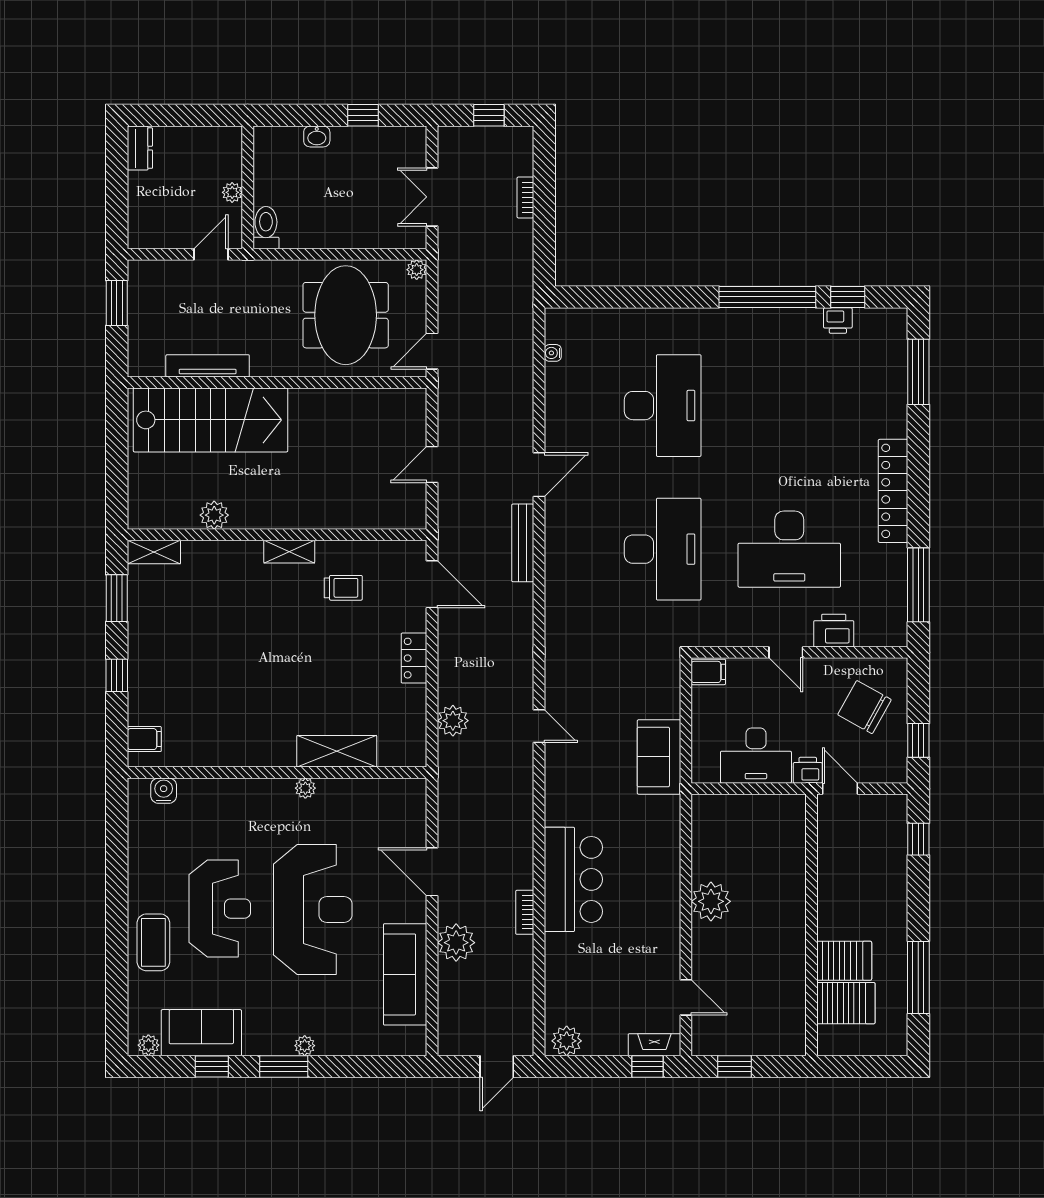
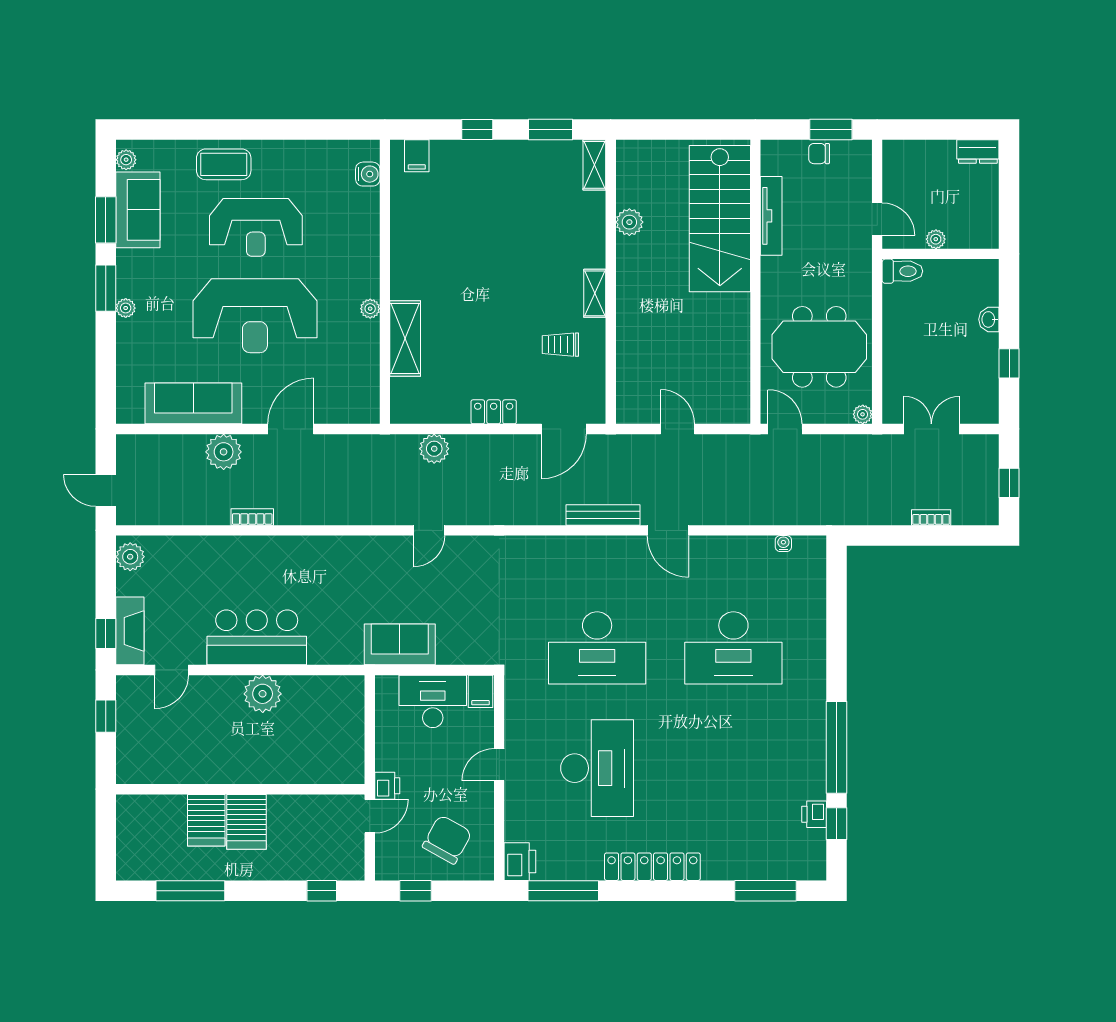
chair: (142, 315) -> (819, 154), added
desk: (789, 549) -> (597, 768), turned 180
trolley: (343, 588) -> (560, 345), turned 90
printer: (834, 631) -> (520, 862), moved
desk: (756, 756) -> (433, 701), moved, turned 90
bar counter: (573, 879) -> (257, 637), moved, turned 180
server rack: (846, 1003) -> (247, 822), moved
fireplace: (654, 1045) -> (130, 631), width x1.37, depth x1.32
window: (212, 1066) -> (106, 220), width x1.50

